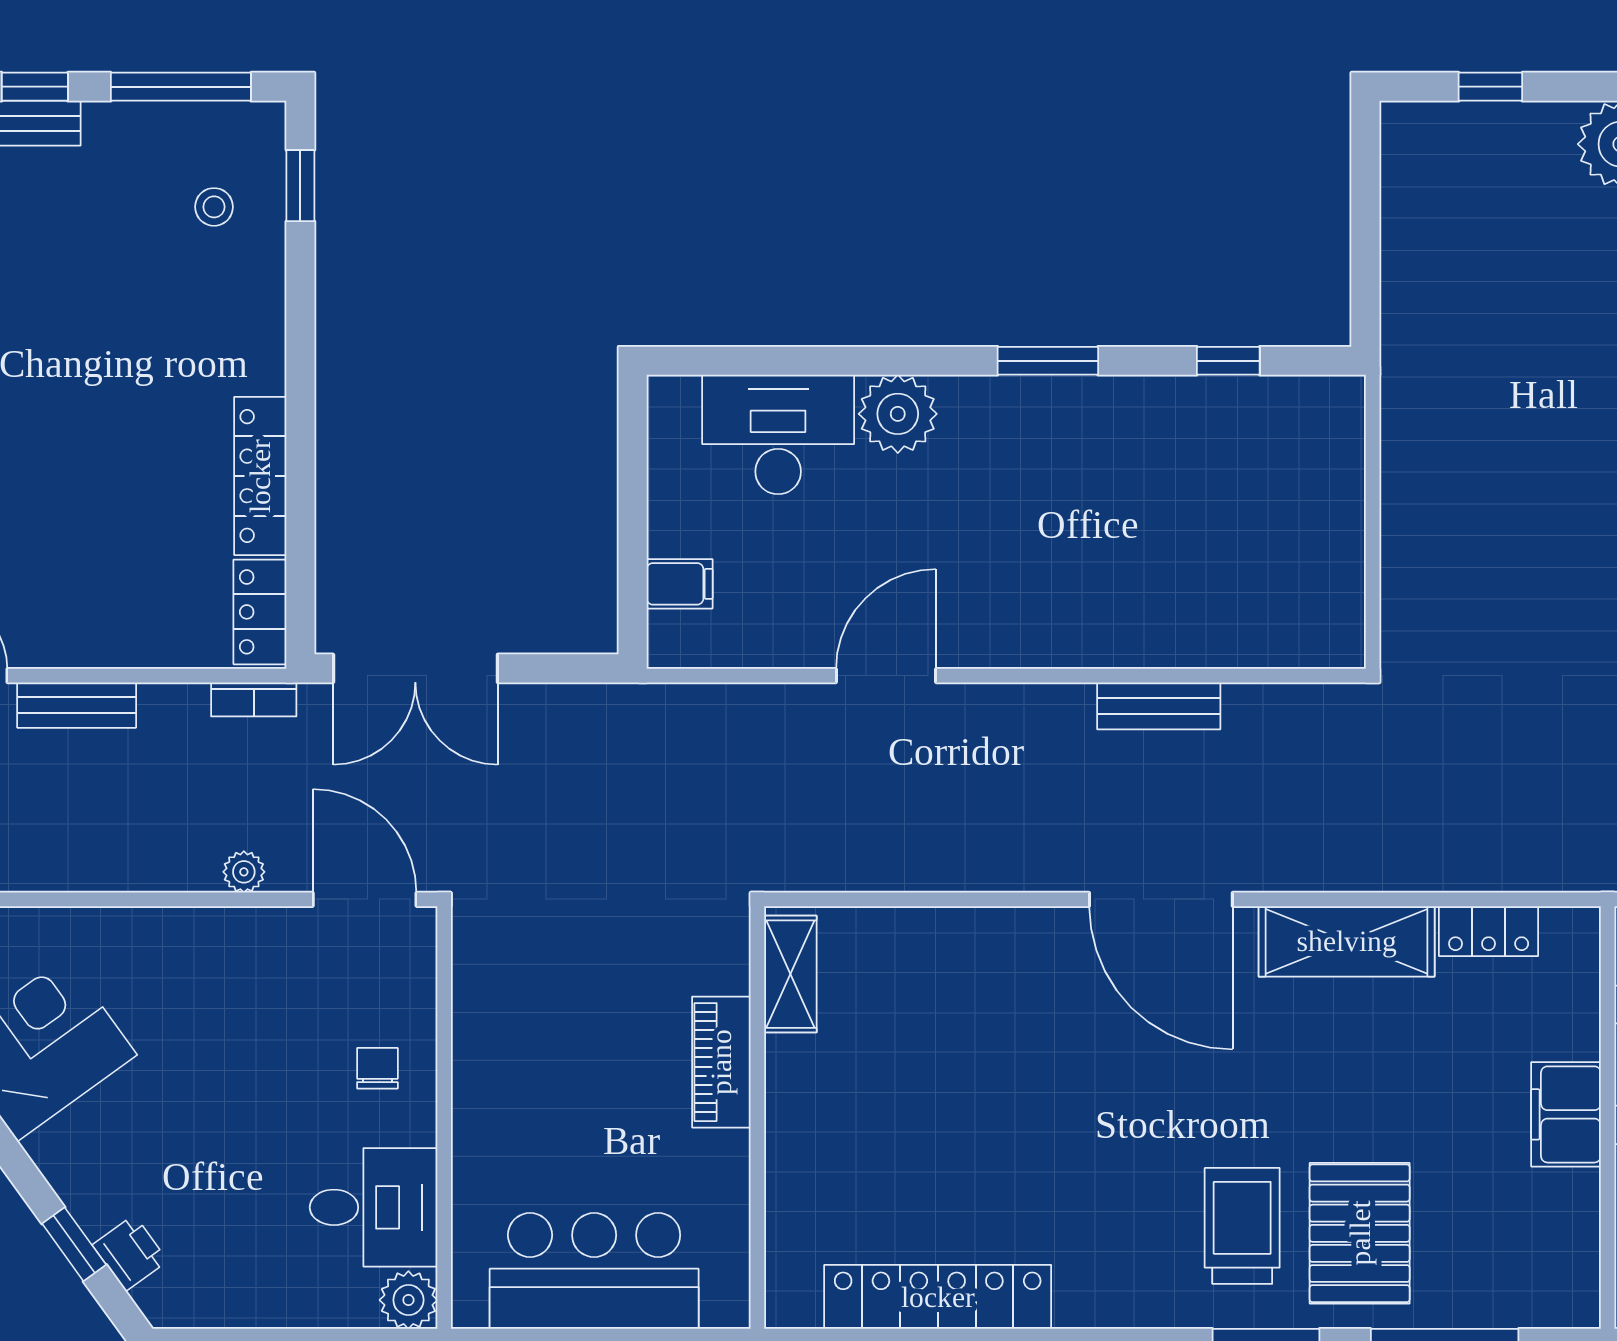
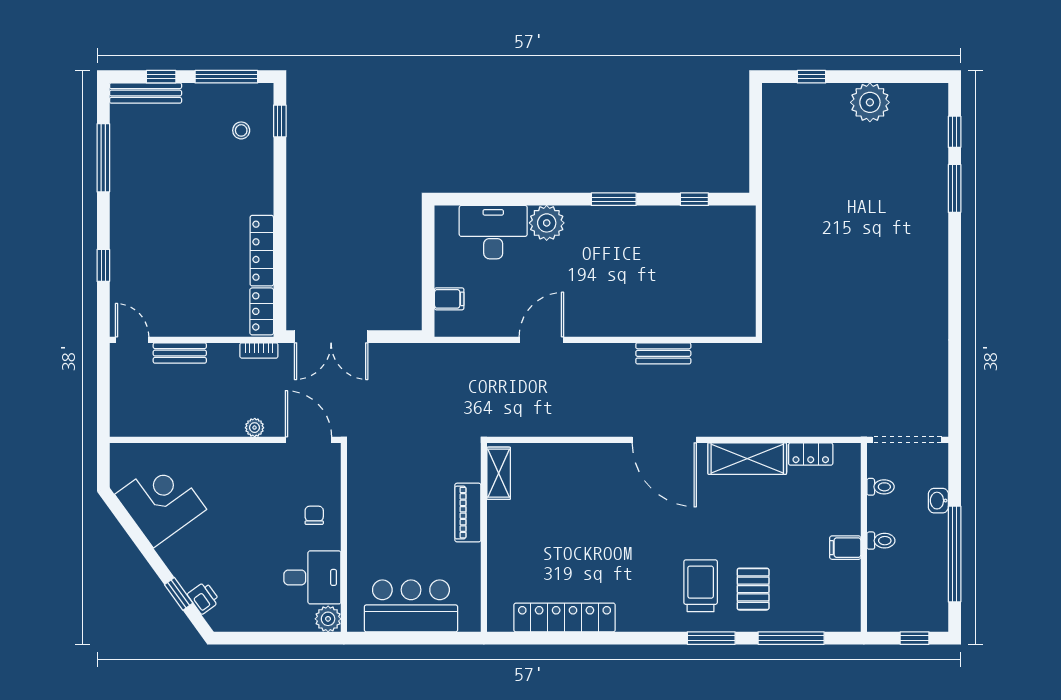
filing cabinet: (1566, 1114) -> (845, 548), width x0.50
pallet: (1360, 1233) -> (753, 589), width x0.67, depth x0.71

